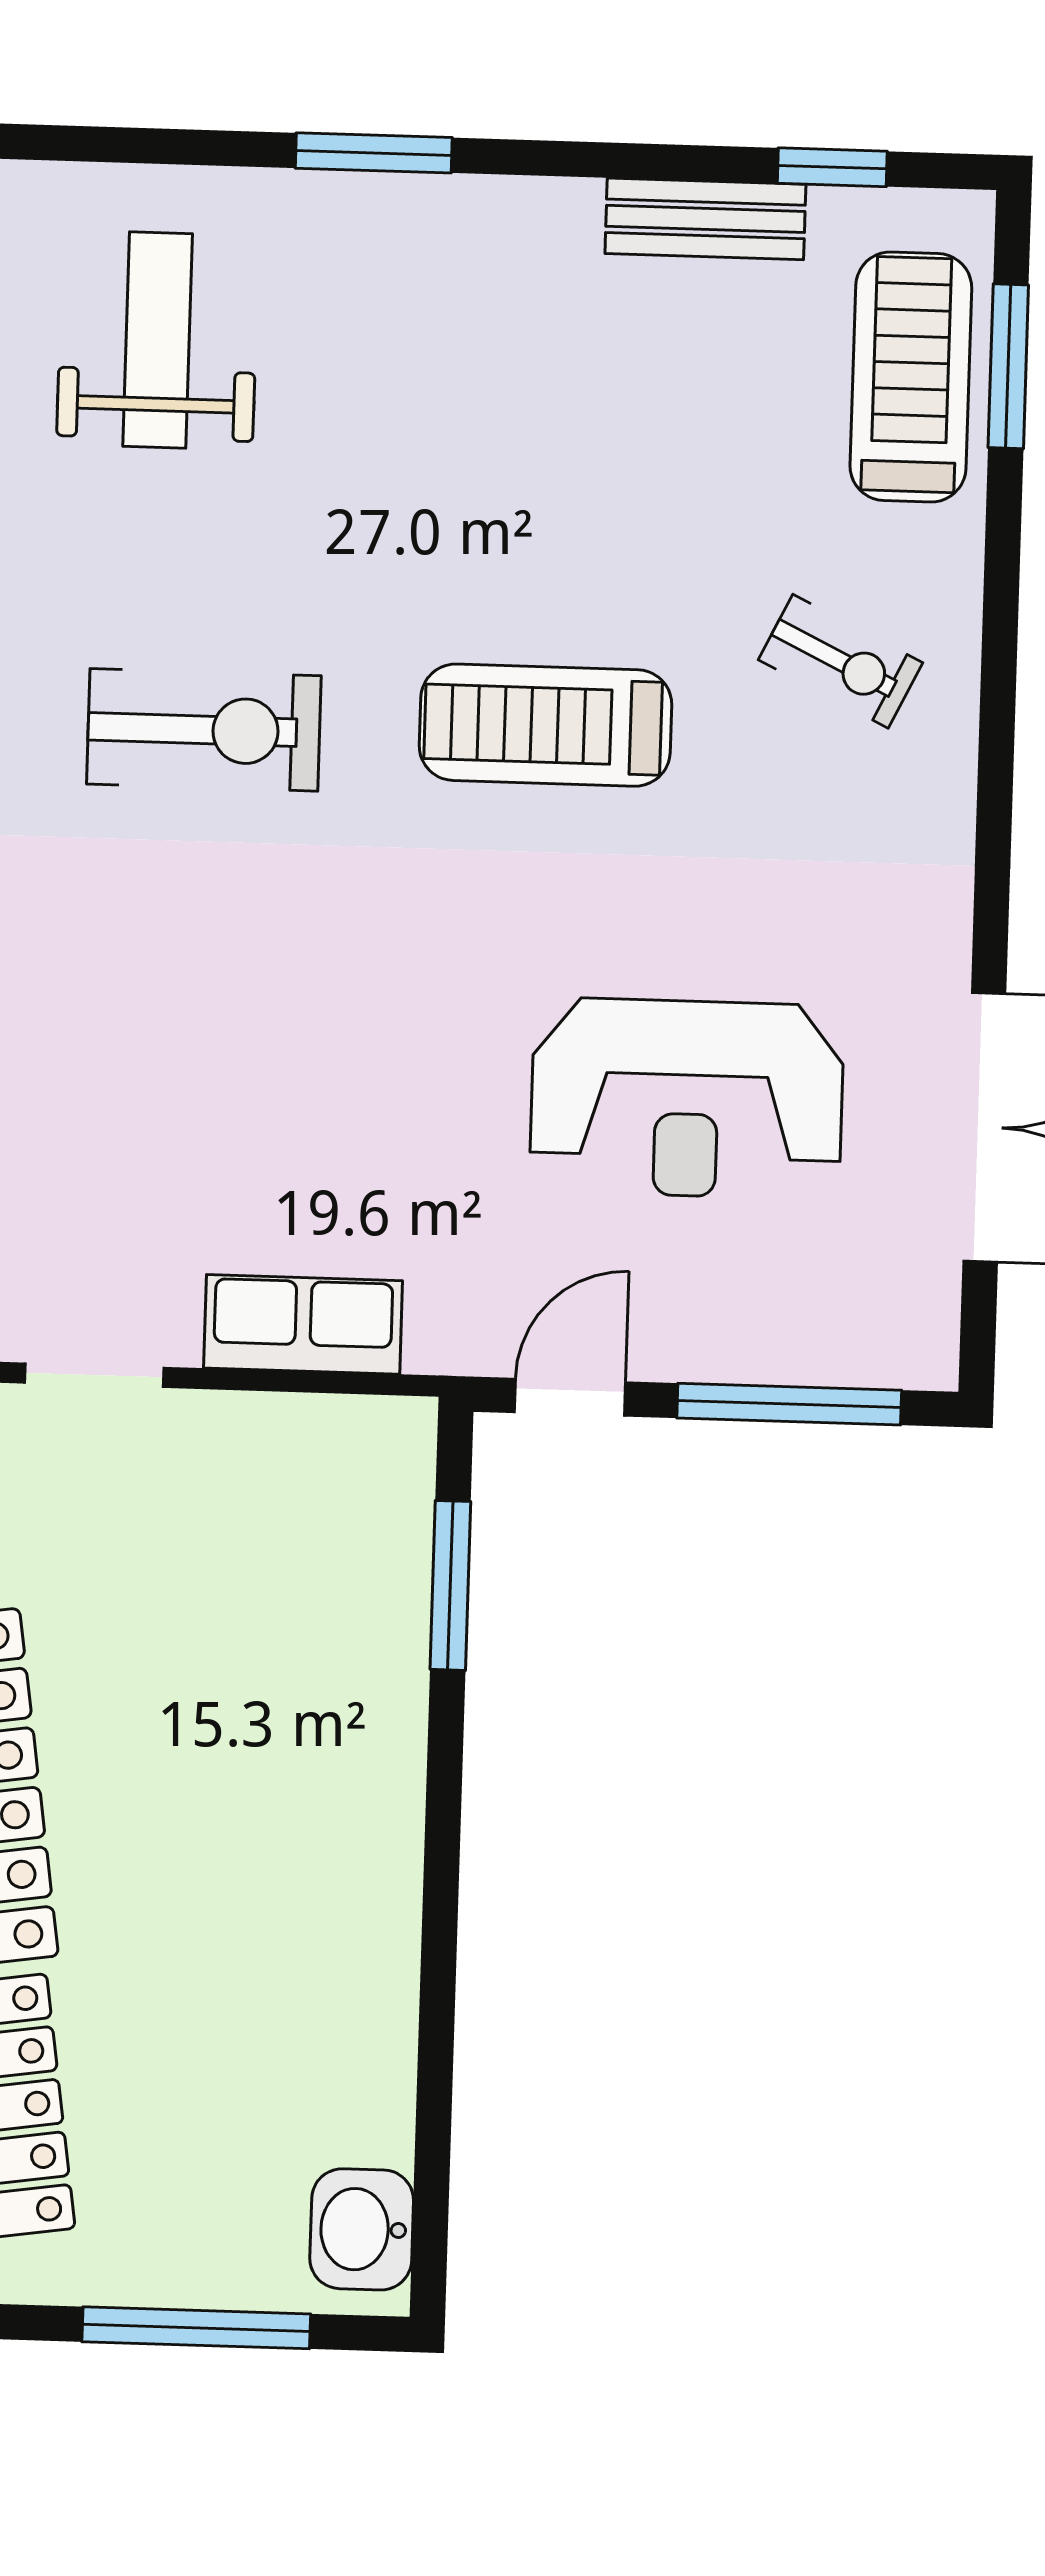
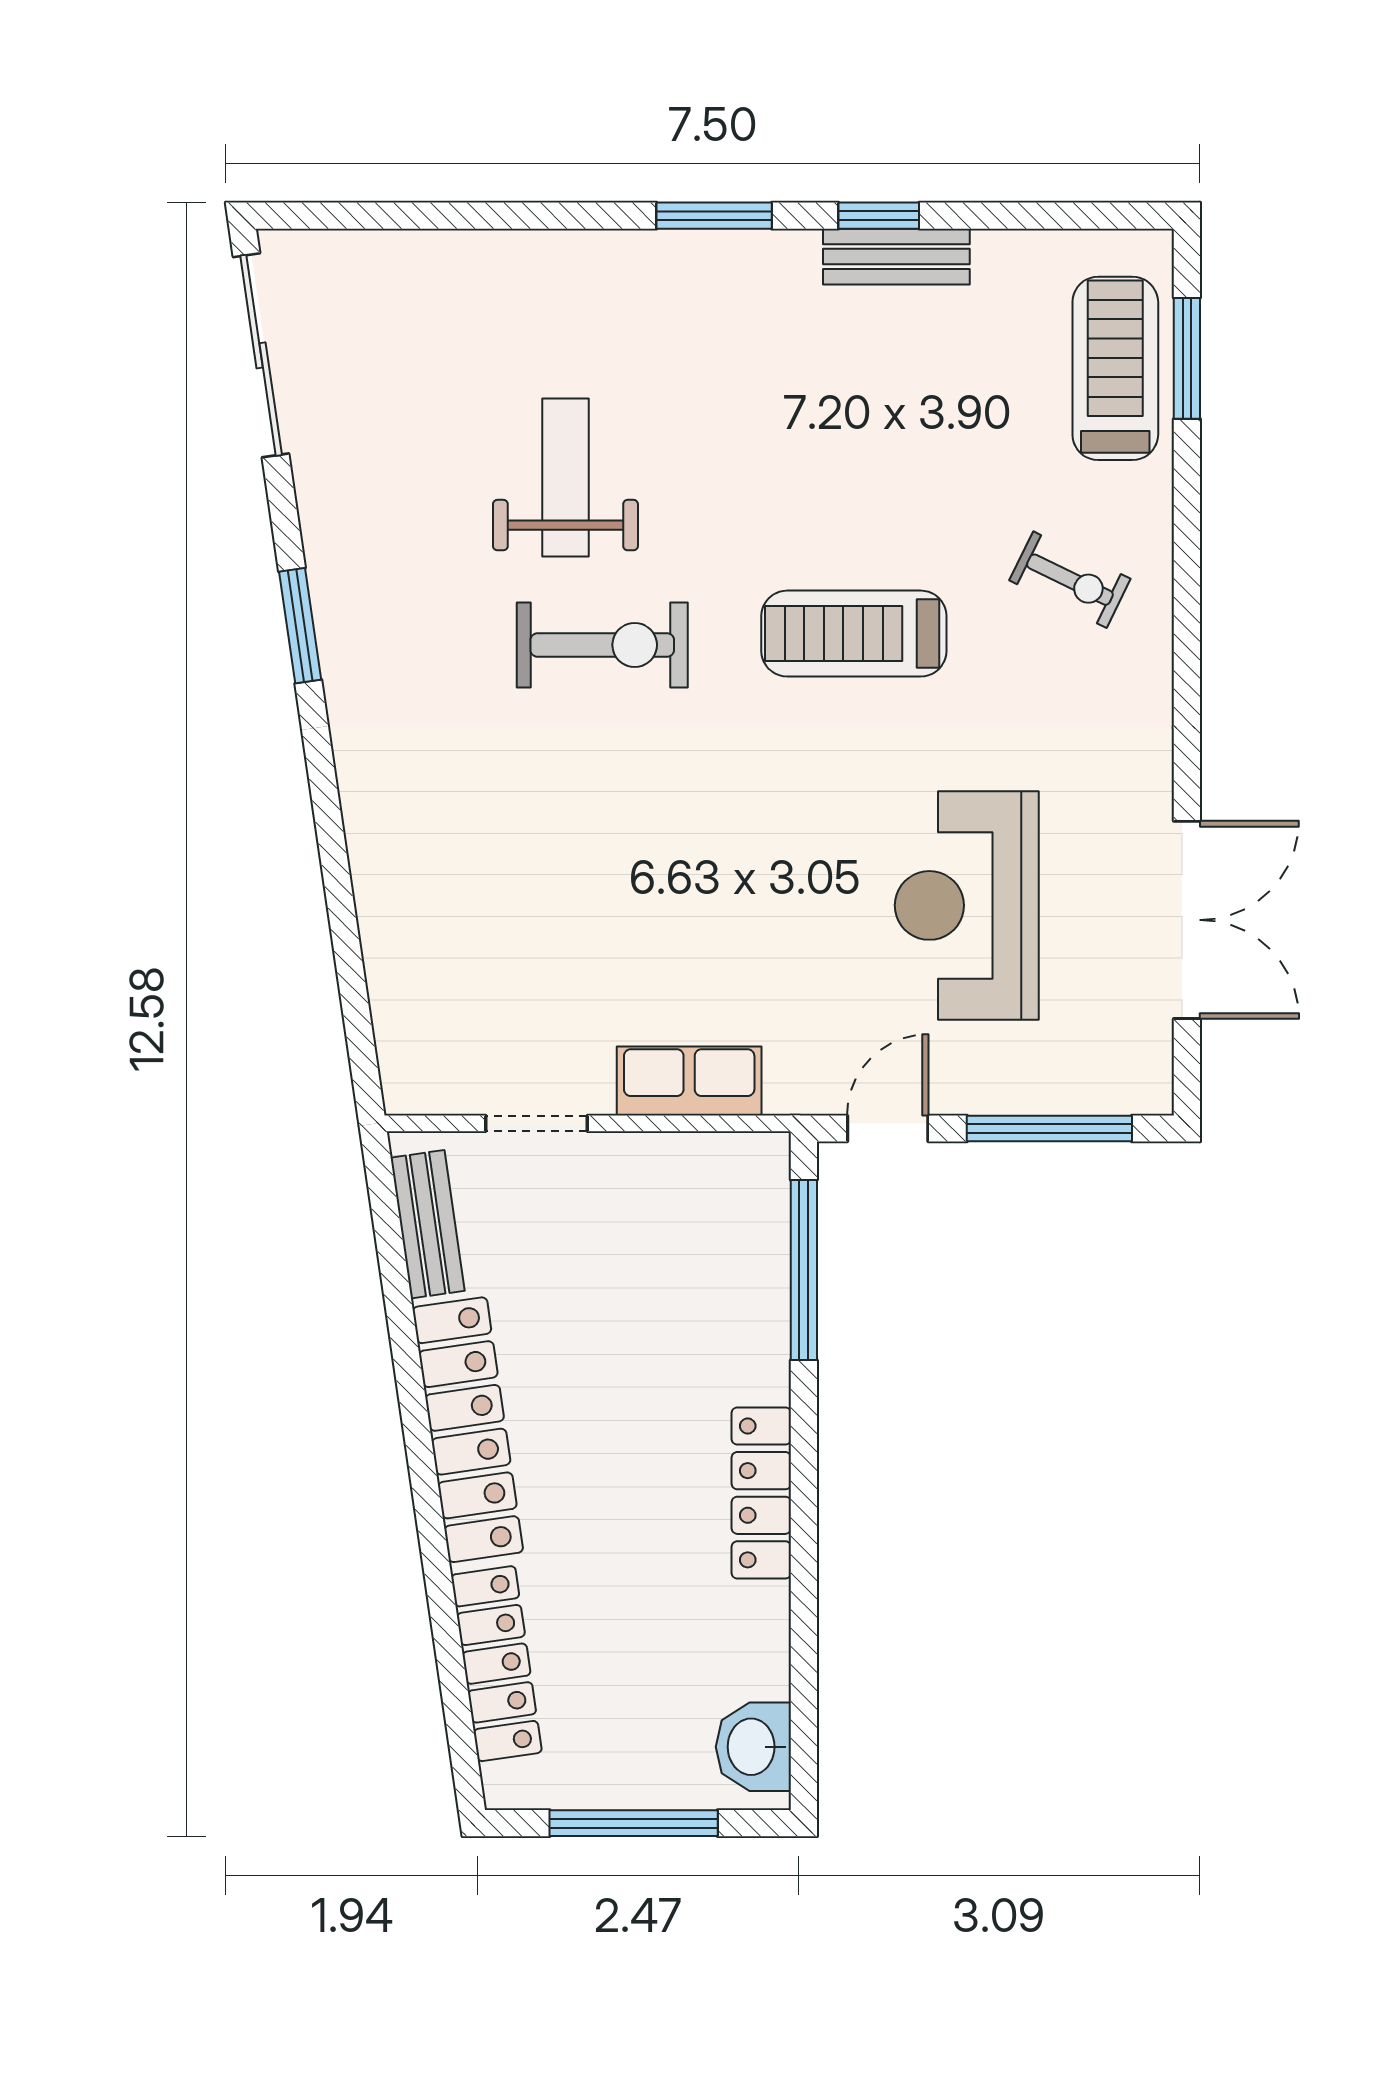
window: (832, 167) -> (879, 216), moved
bench: (705, 219) -> (896, 257), moved
weight bench: (158, 340) -> (565, 478), moved
reception desk: (687, 1098) -> (967, 905), turned 90
window: (450, 1585) -> (804, 1270), width x1.44
locker: (383, 1886) -> (761, 1493), added

